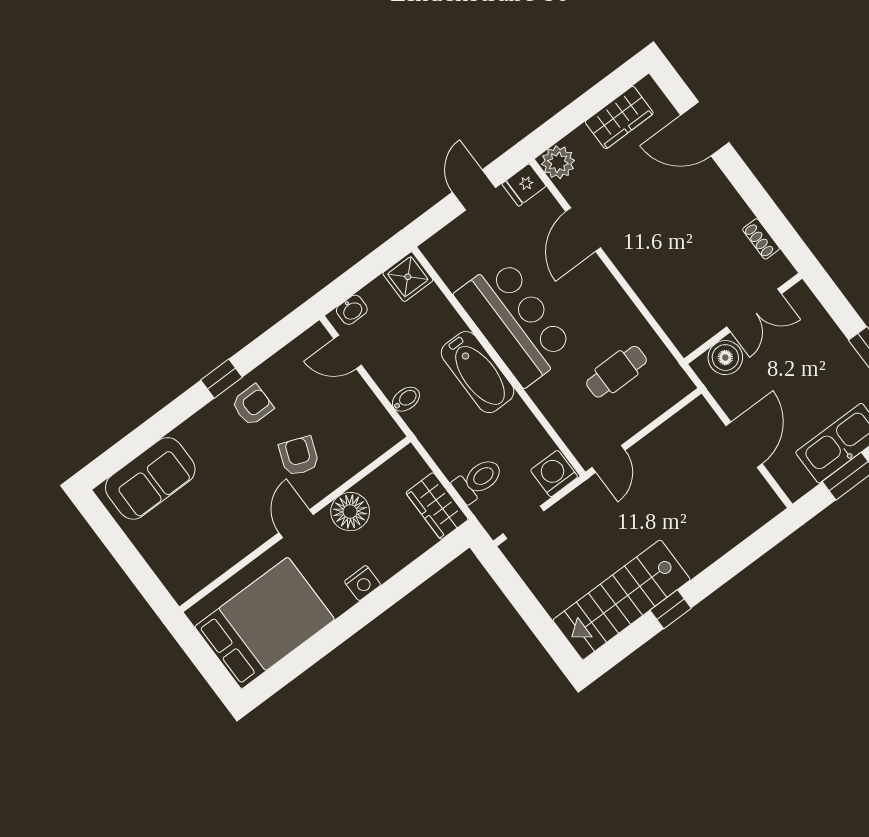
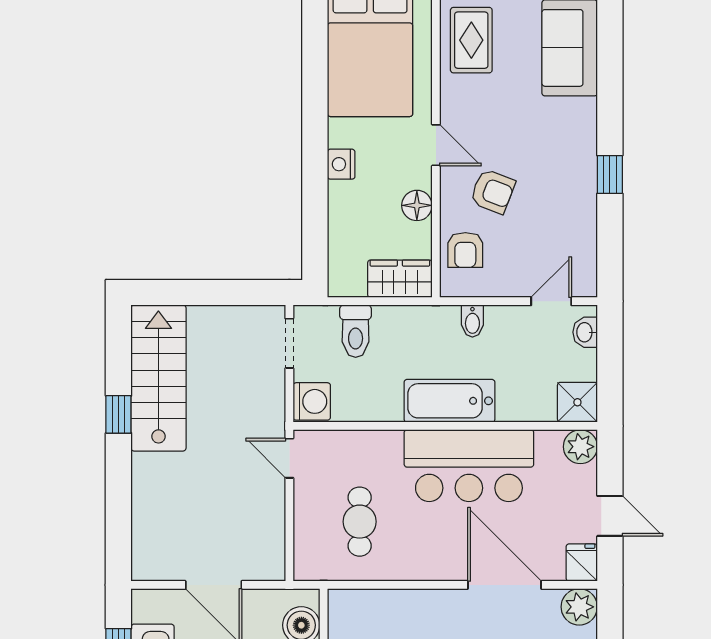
door: (583, 230) -> (504, 585), width x1.36
plant: (439, 250) -> (580, 447), added
armchair: (252, 405) -> (465, 250), moved
wardrobe: (437, 506) -> (400, 279), moved
floor lamp: (350, 512) -> (417, 205), width x0.73, depth x0.73
rug: (199, 555) -> (471, 40), added

